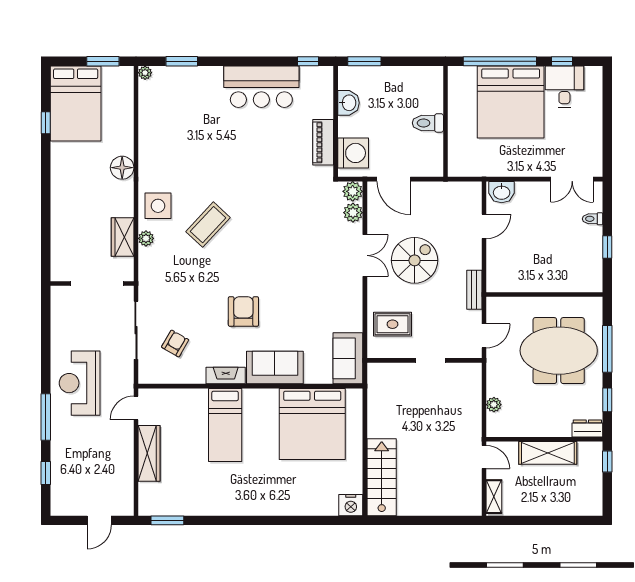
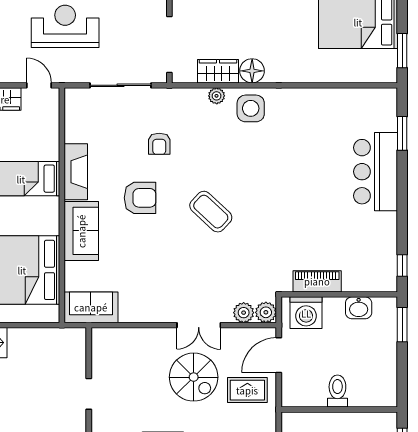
plant: (145, 73) -> (390, 95), removed
bar counter: (261, 87) -> (375, 172), moved
floor lamp: (122, 168) -> (252, 71), moved
coffee table: (208, 225) -> (211, 212), moved
rug: (392, 324) -> (247, 390), moved, turned 90
armchair: (175, 343) -> (159, 144), moved, turned 60
fireplace: (226, 376) -> (76, 172), width x1.37, depth x1.32

